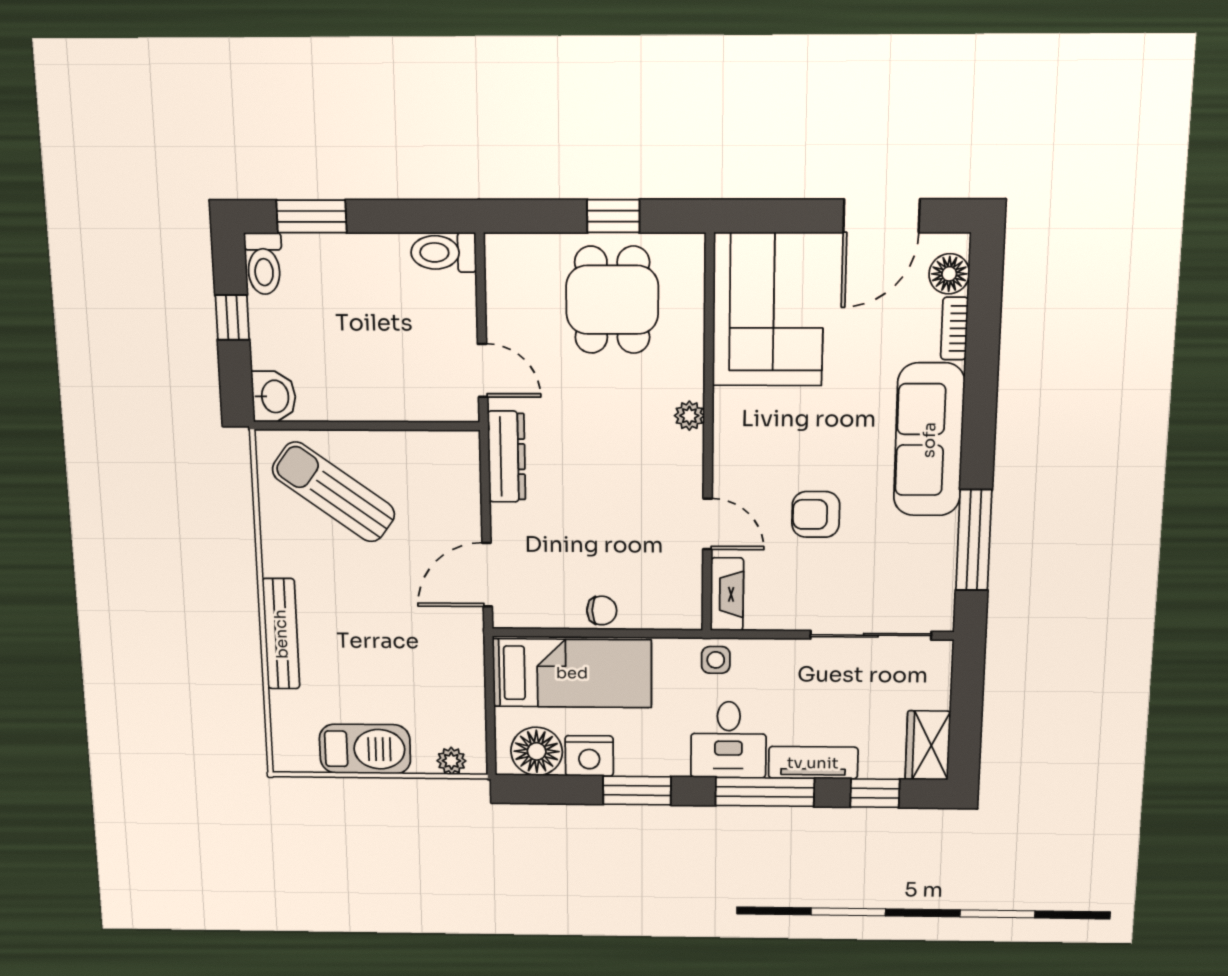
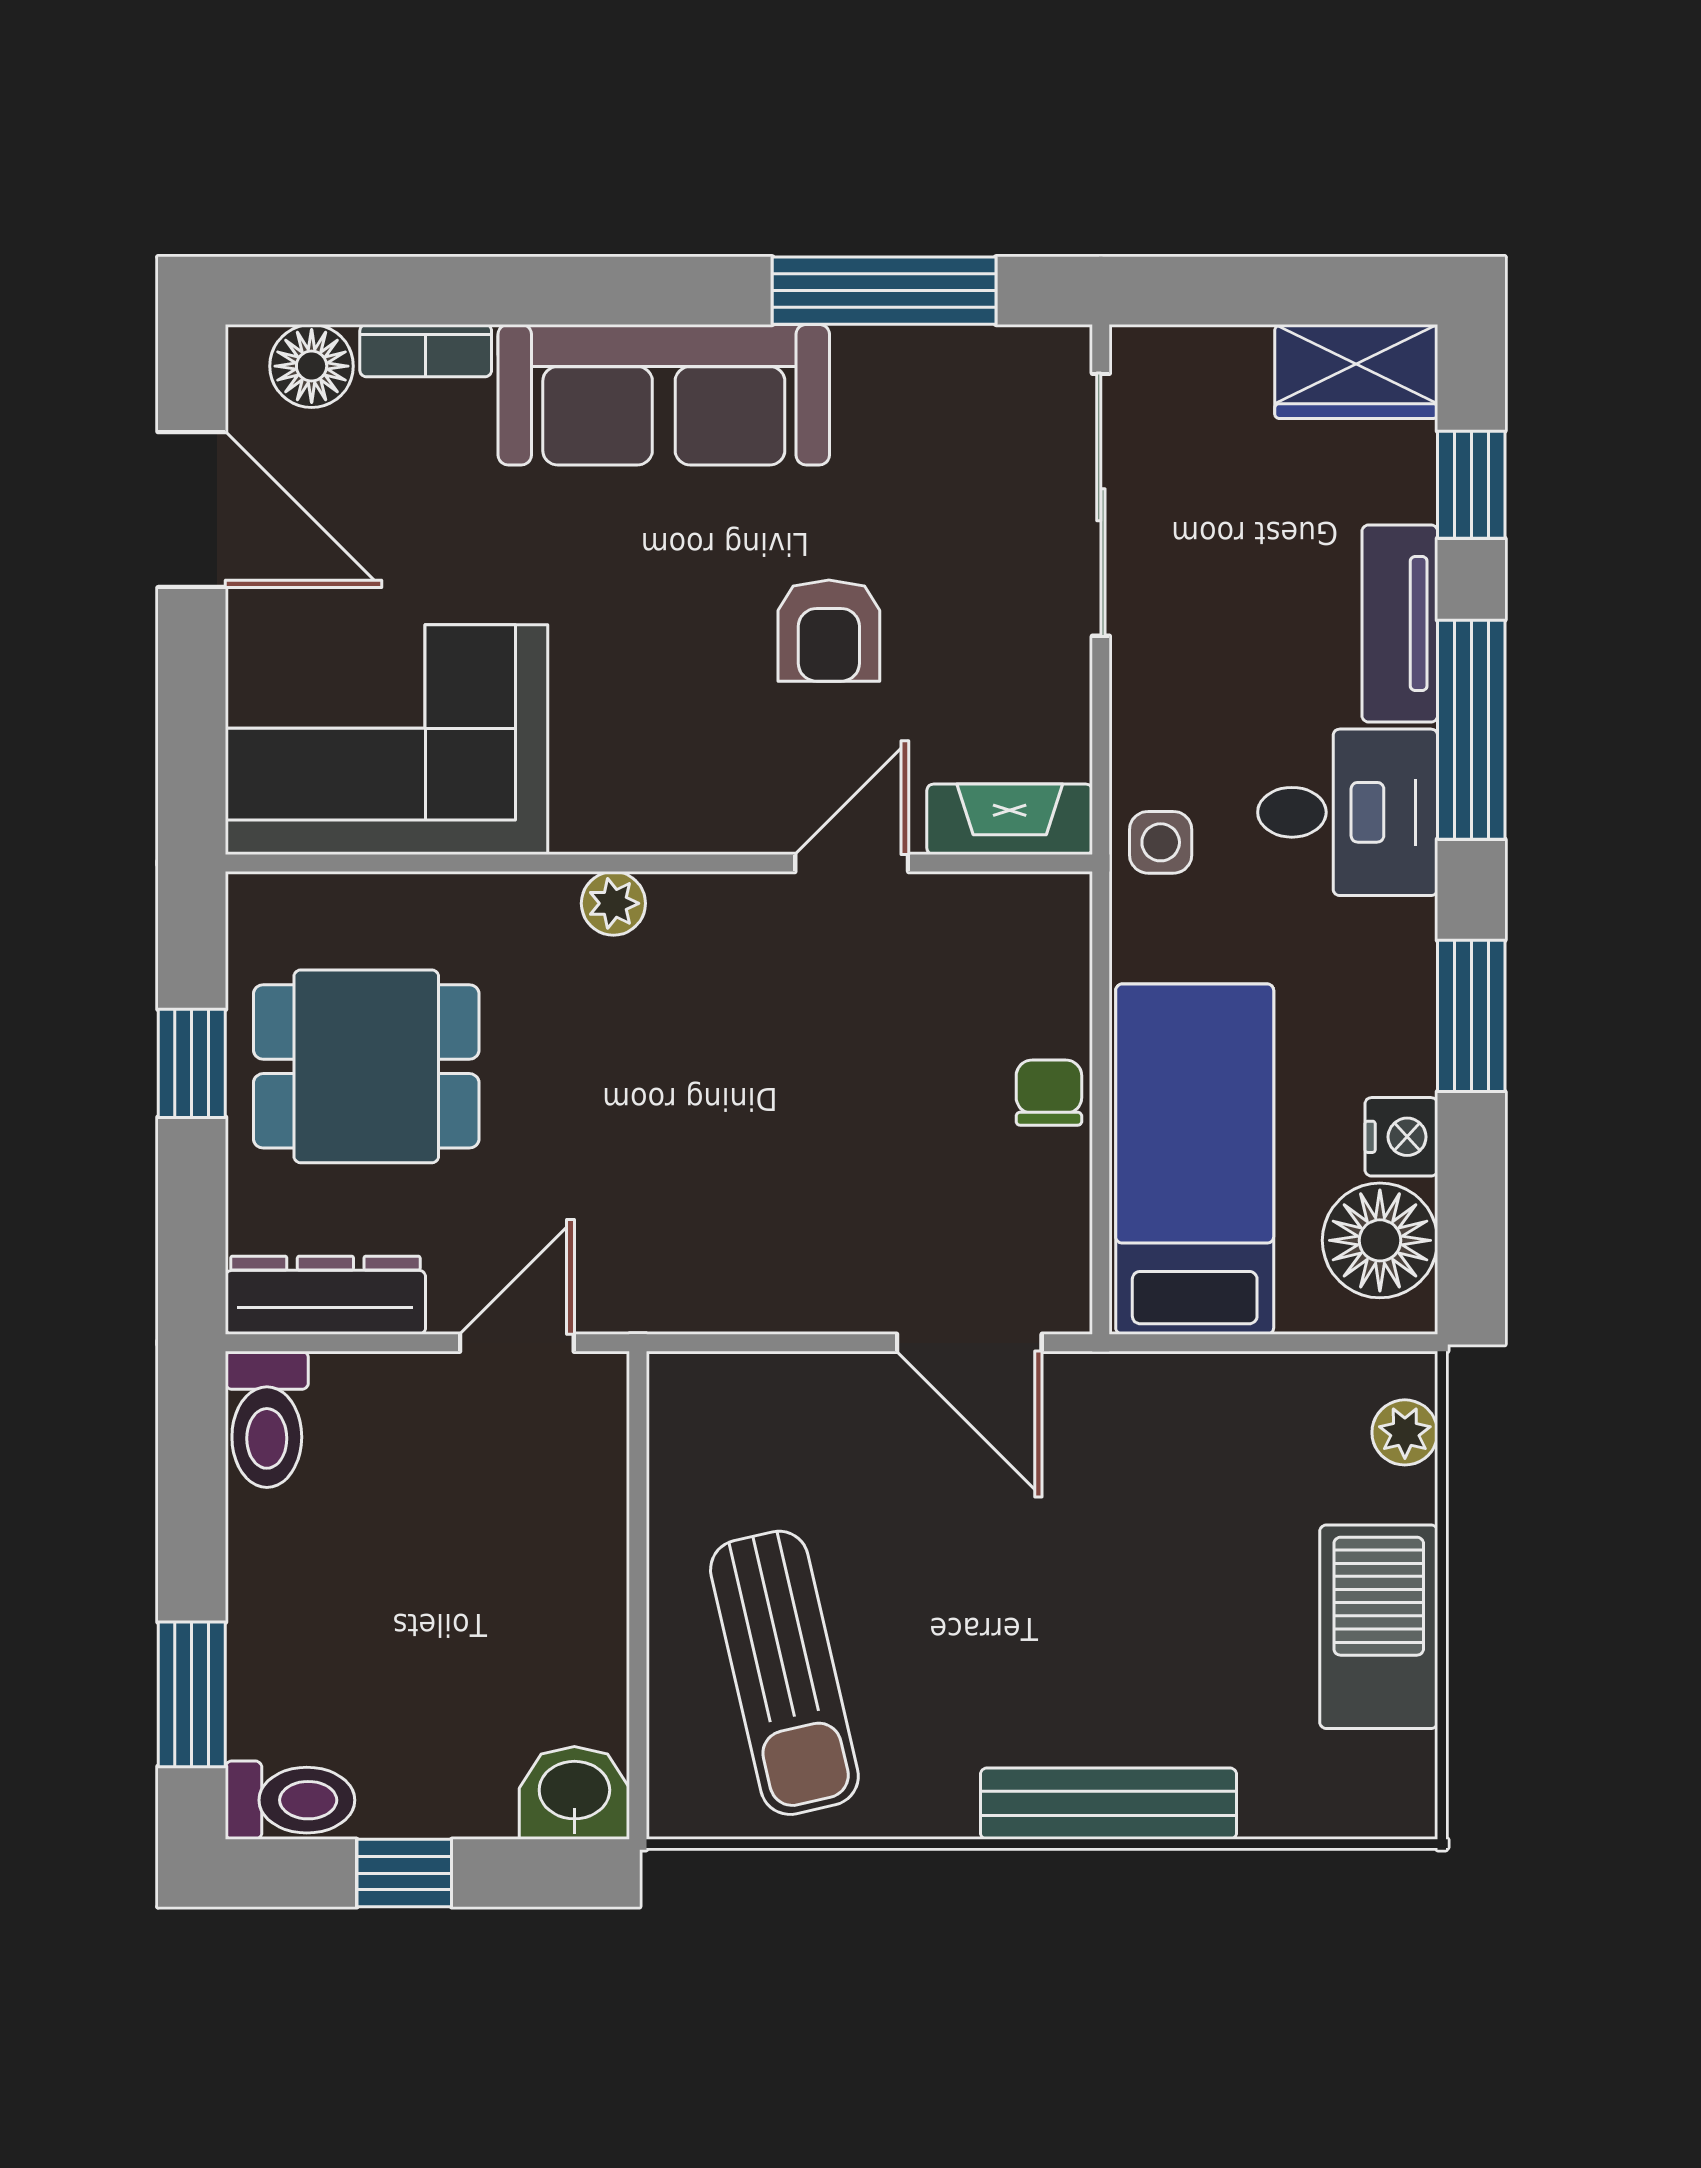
dresser: (507, 457) -> (325, 1295), moved
sun lounger: (334, 492) -> (784, 1673), turned -49
nightstand: (589, 756) -> (1401, 1137), width x0.74, depth x0.75

